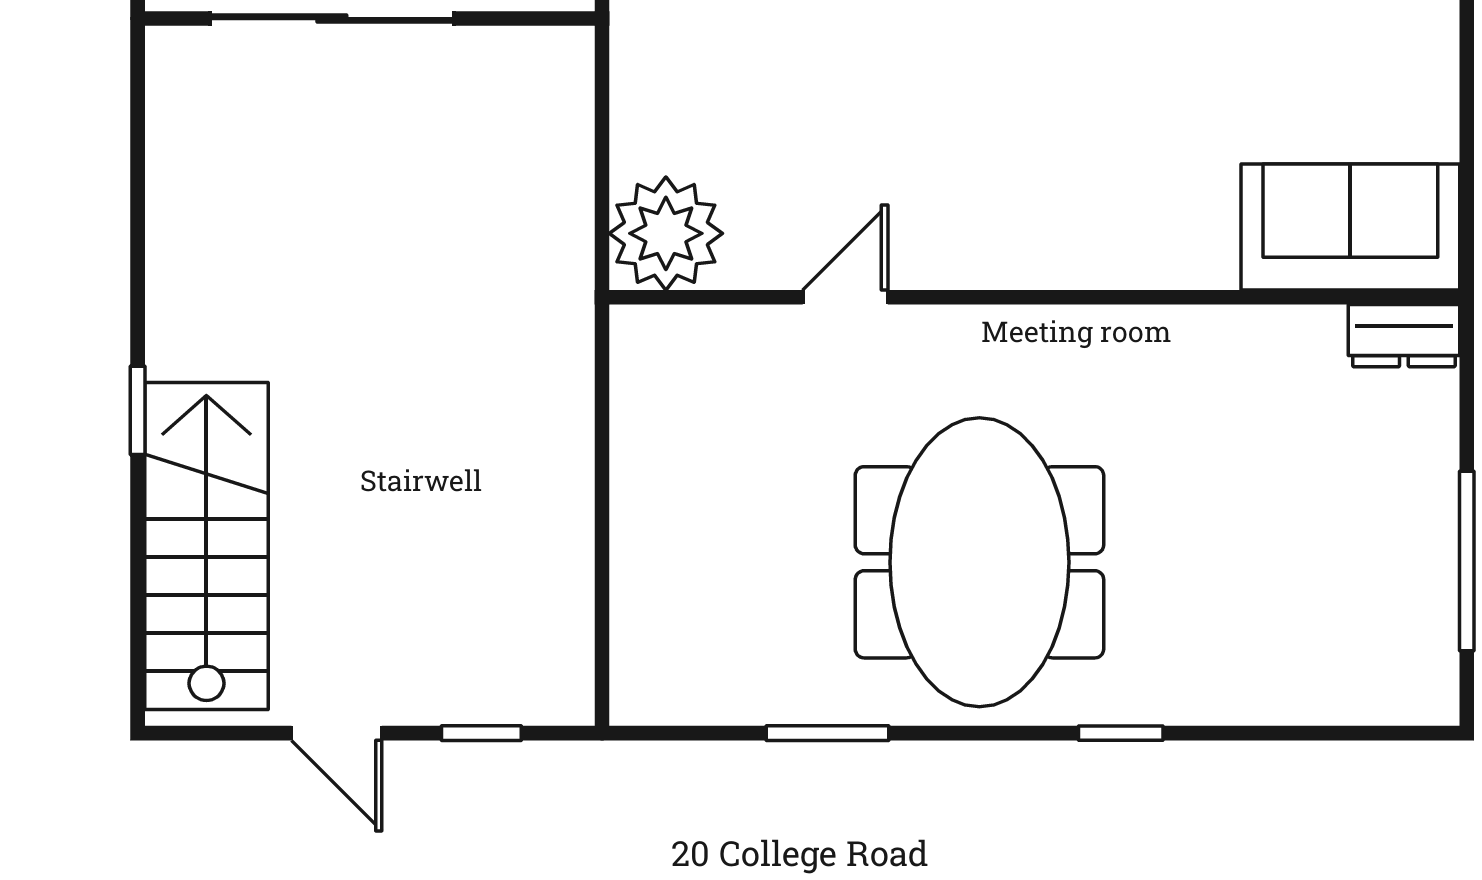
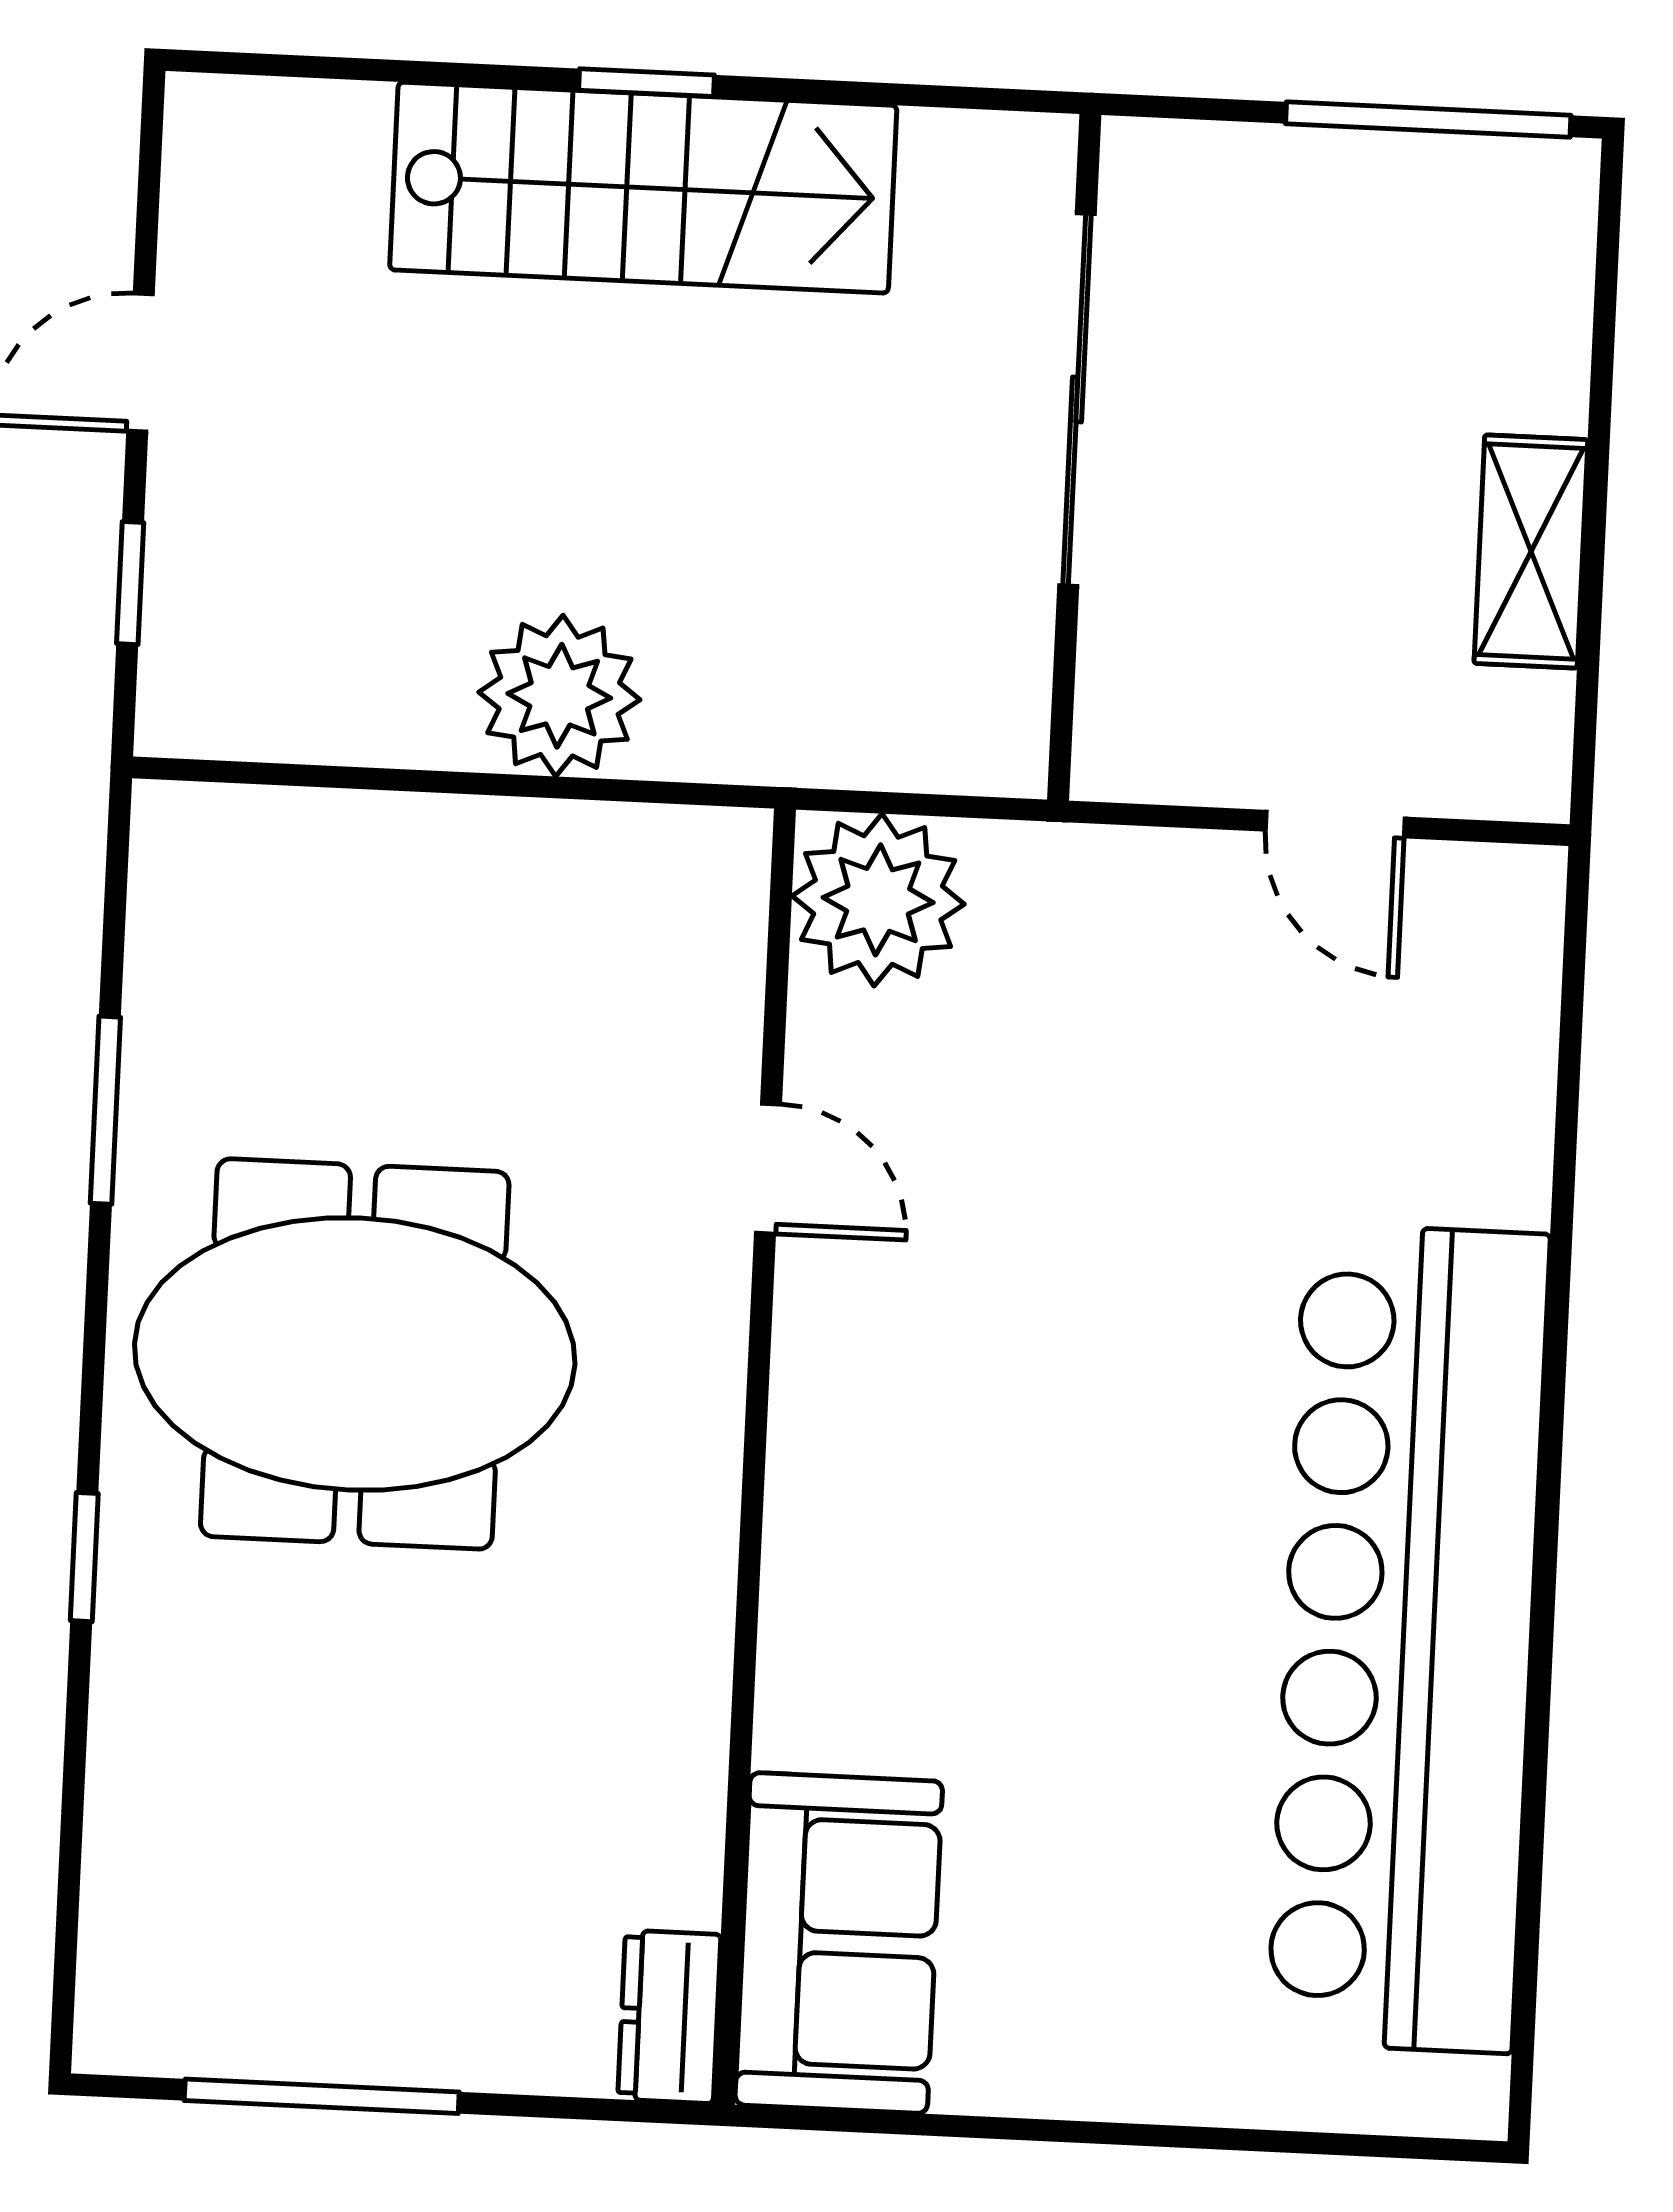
sliding door: (332, 19) -> (1077, 399), moved
wall: (370, 19) -> (1074, 457), moved
plant: (542, 449) -> (559, 696), added
stairs: (206, 546) -> (643, 188), moved

